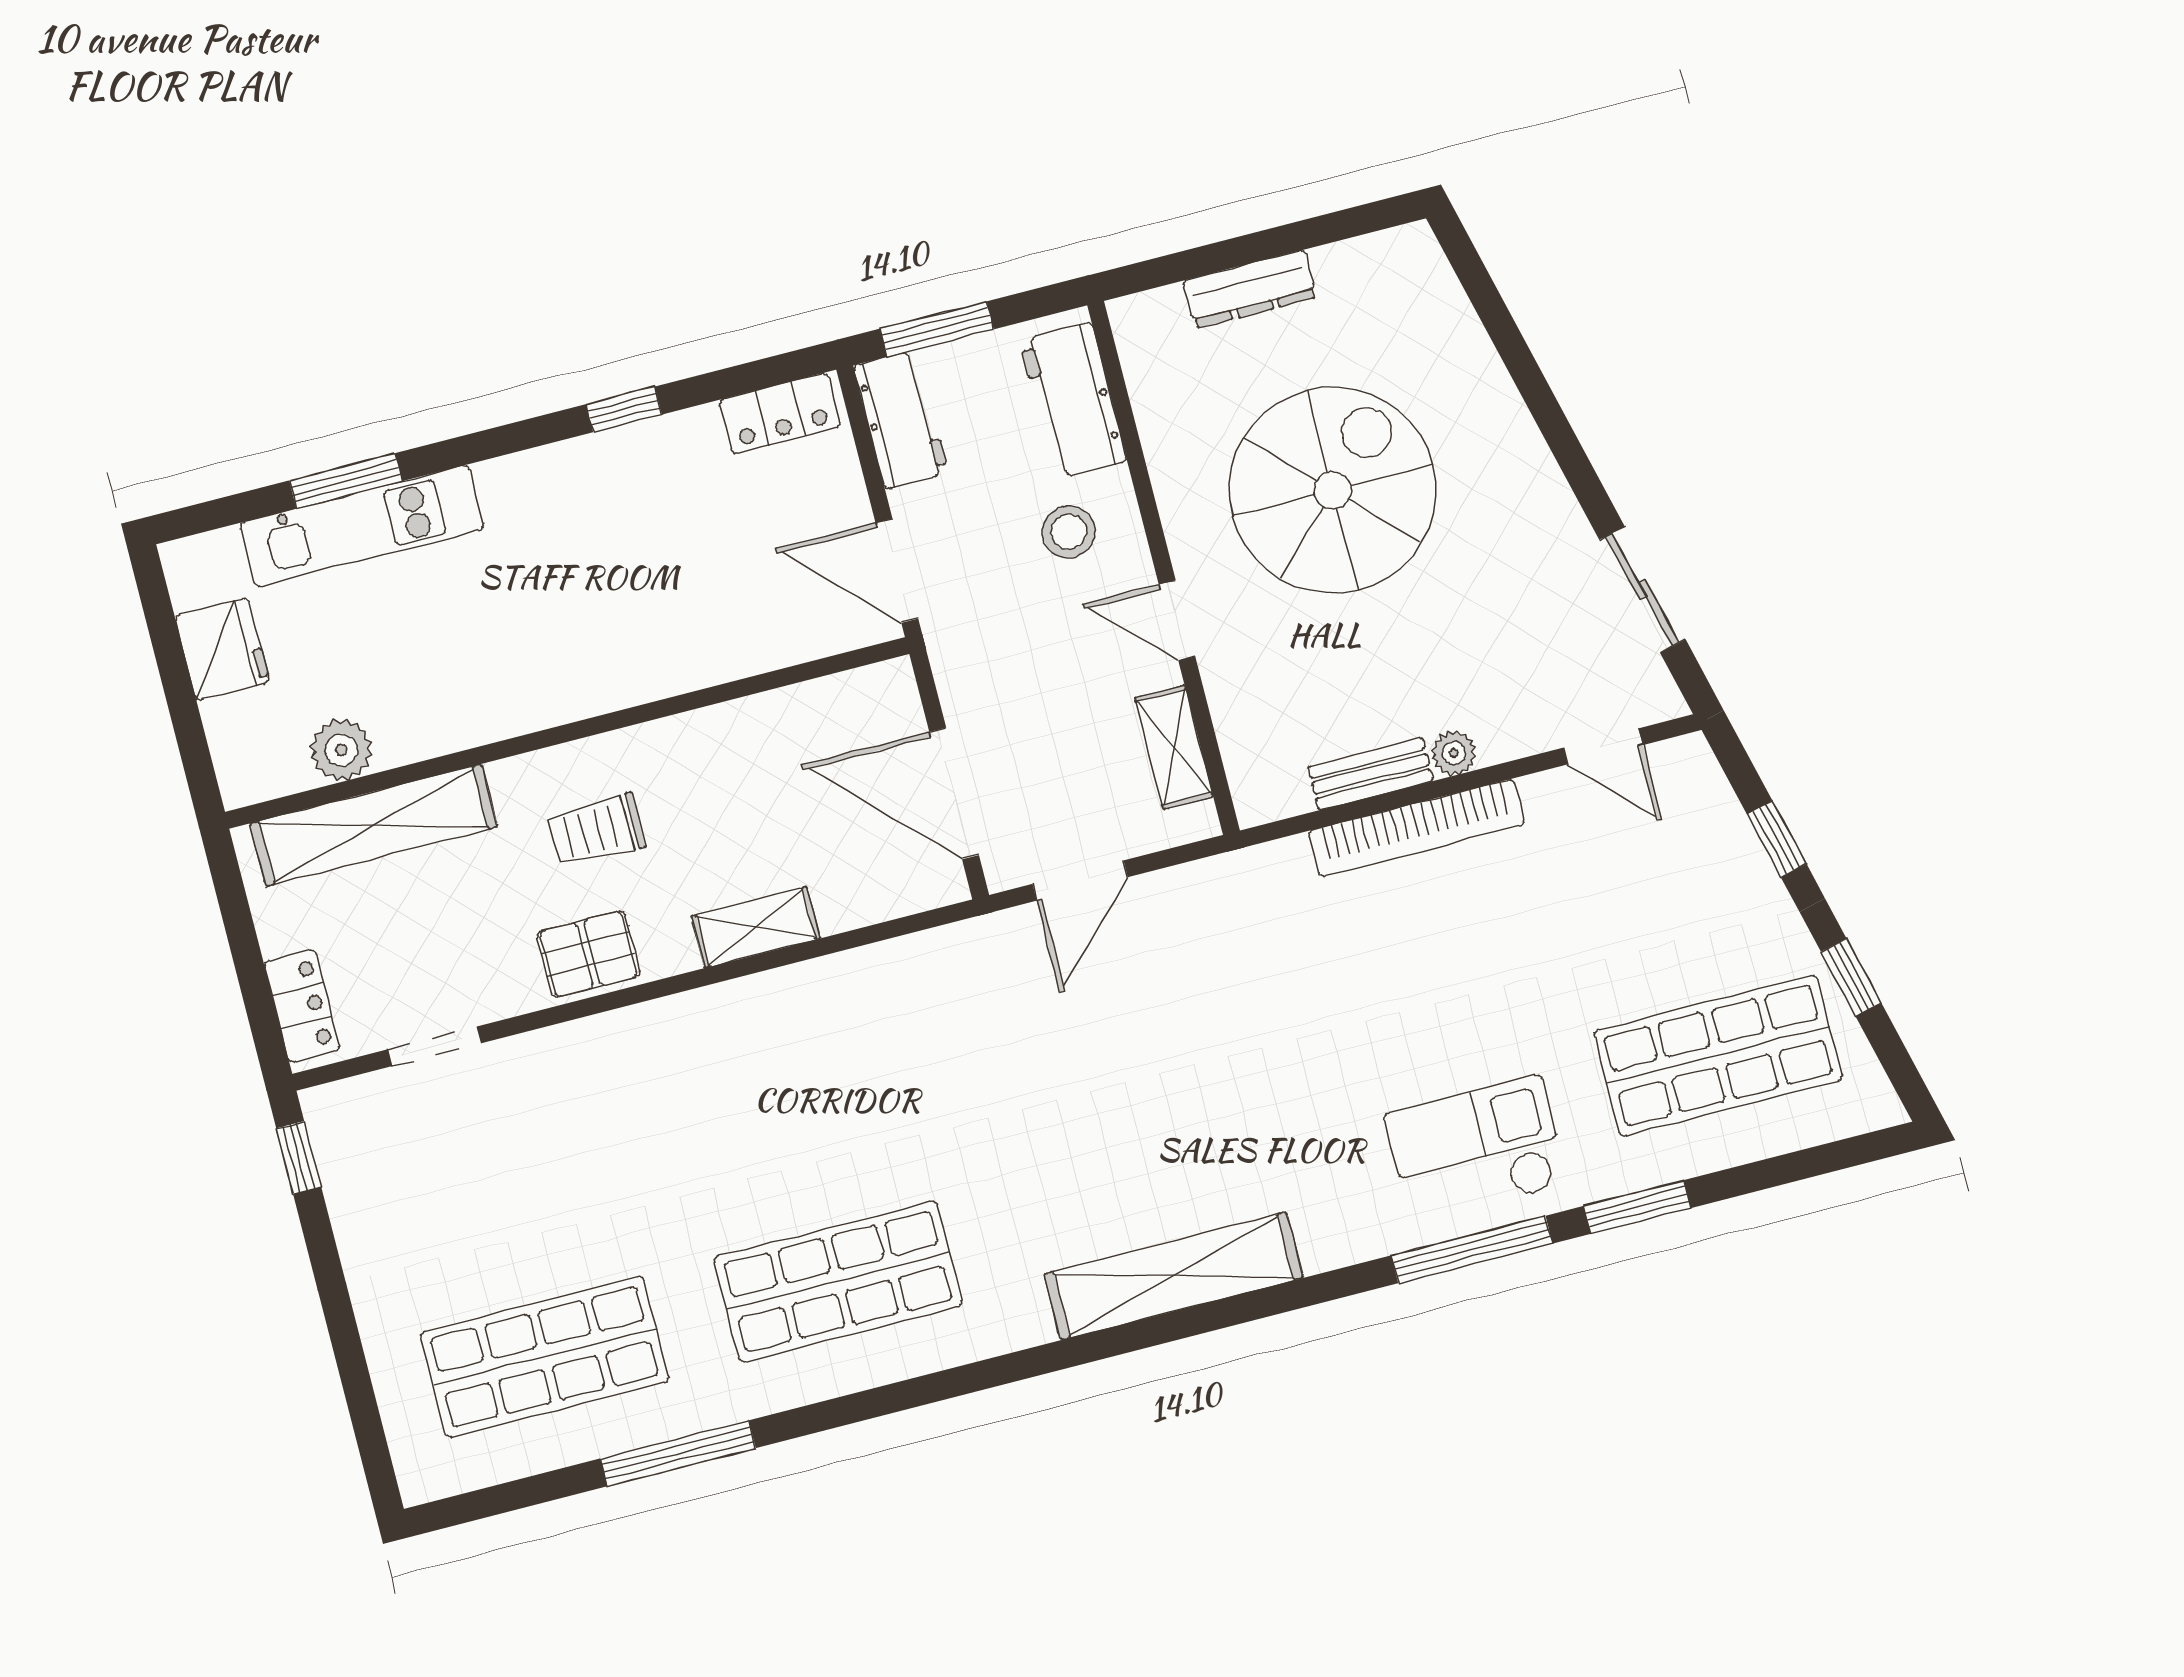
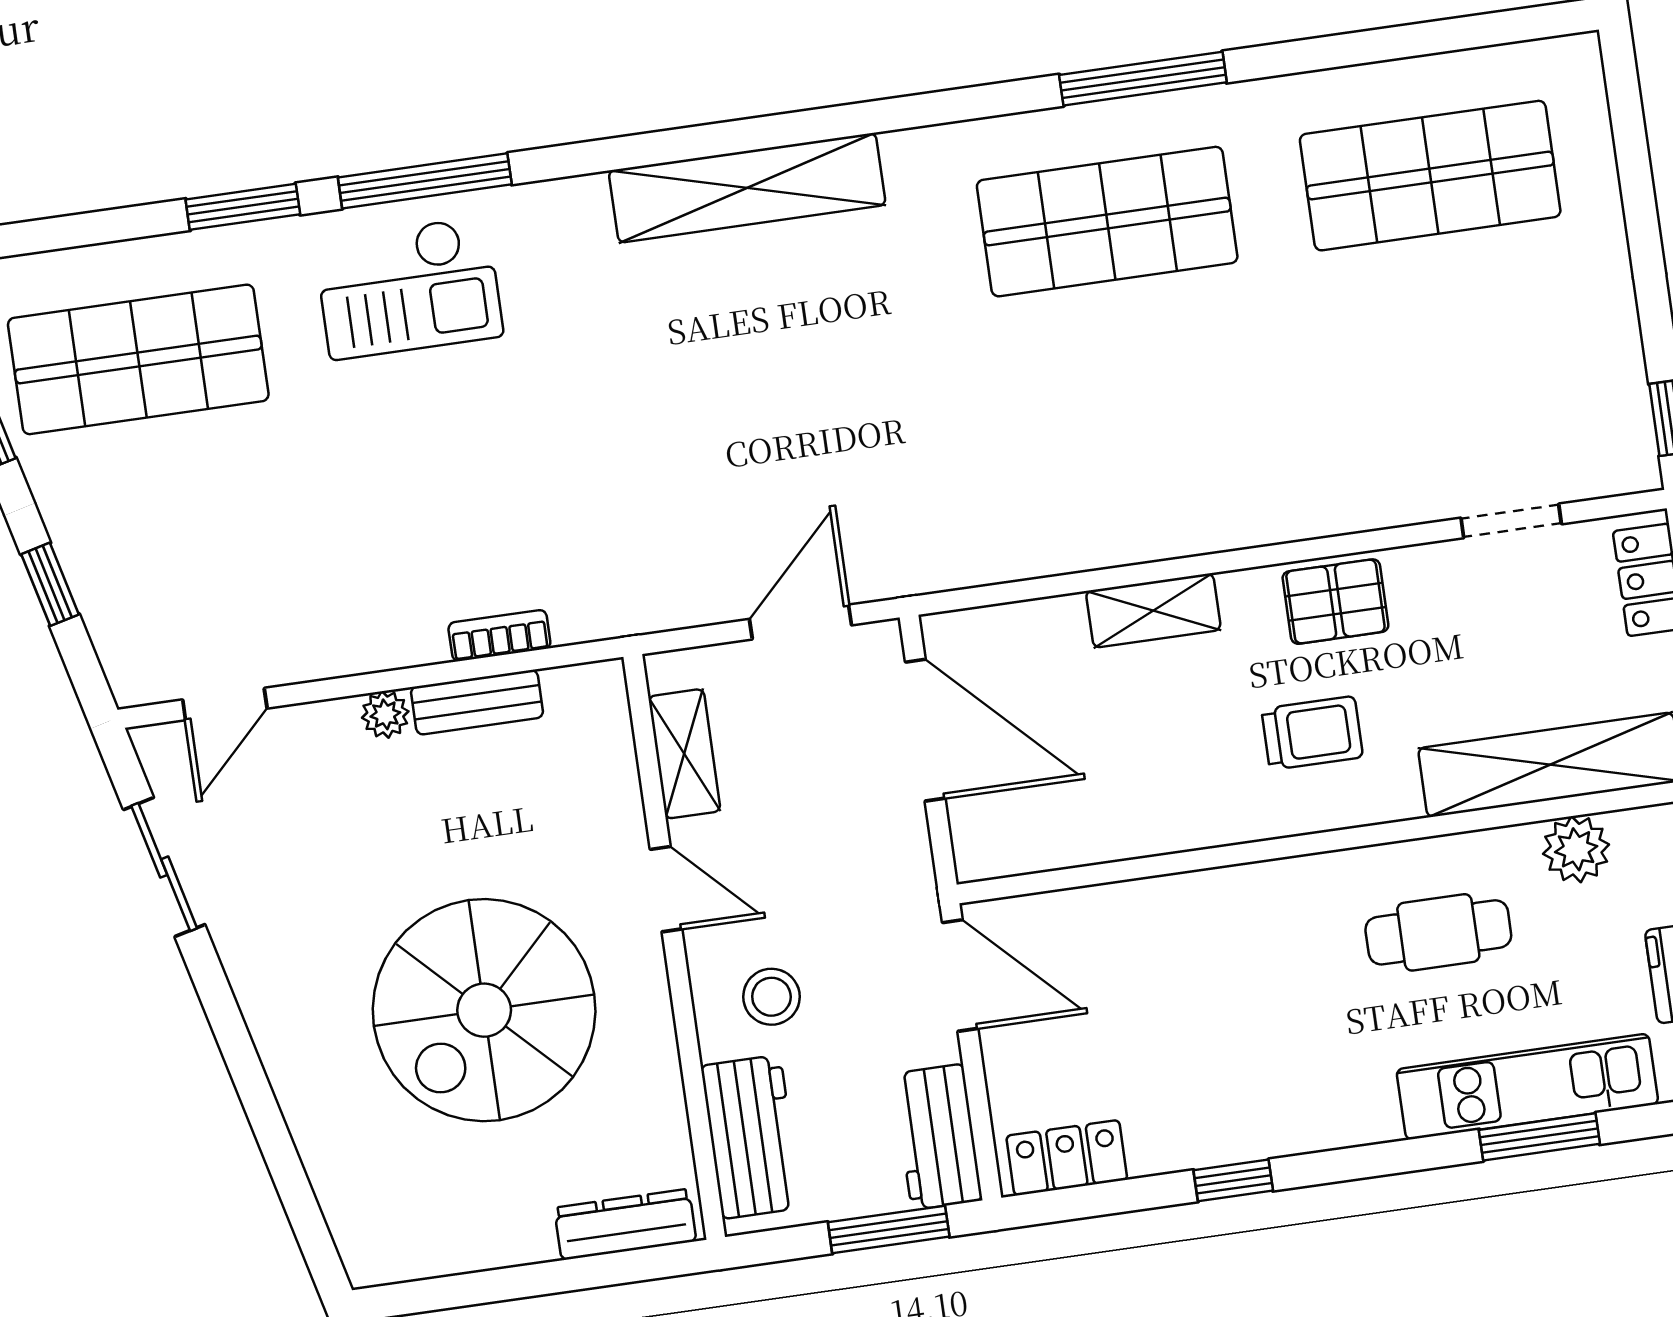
dresser: (1250, 289) -> (625, 1224), moved
cafe table: (460, 659) -> (1438, 932), added
door: (1603, 746) -> (225, 704), swing flipped
bookcase: (1416, 828) -> (499, 636), width x0.43, depth x0.76
window: (678, 1453) -> (1143, 79), moved

